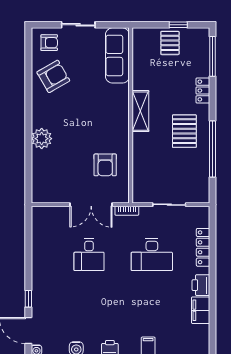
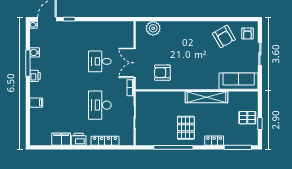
shelving: (140, 111) -> (207, 97), width x1.47
pallet: (184, 131) -> (186, 128), turned 90
plant: (42, 139) -> (153, 28), moved

